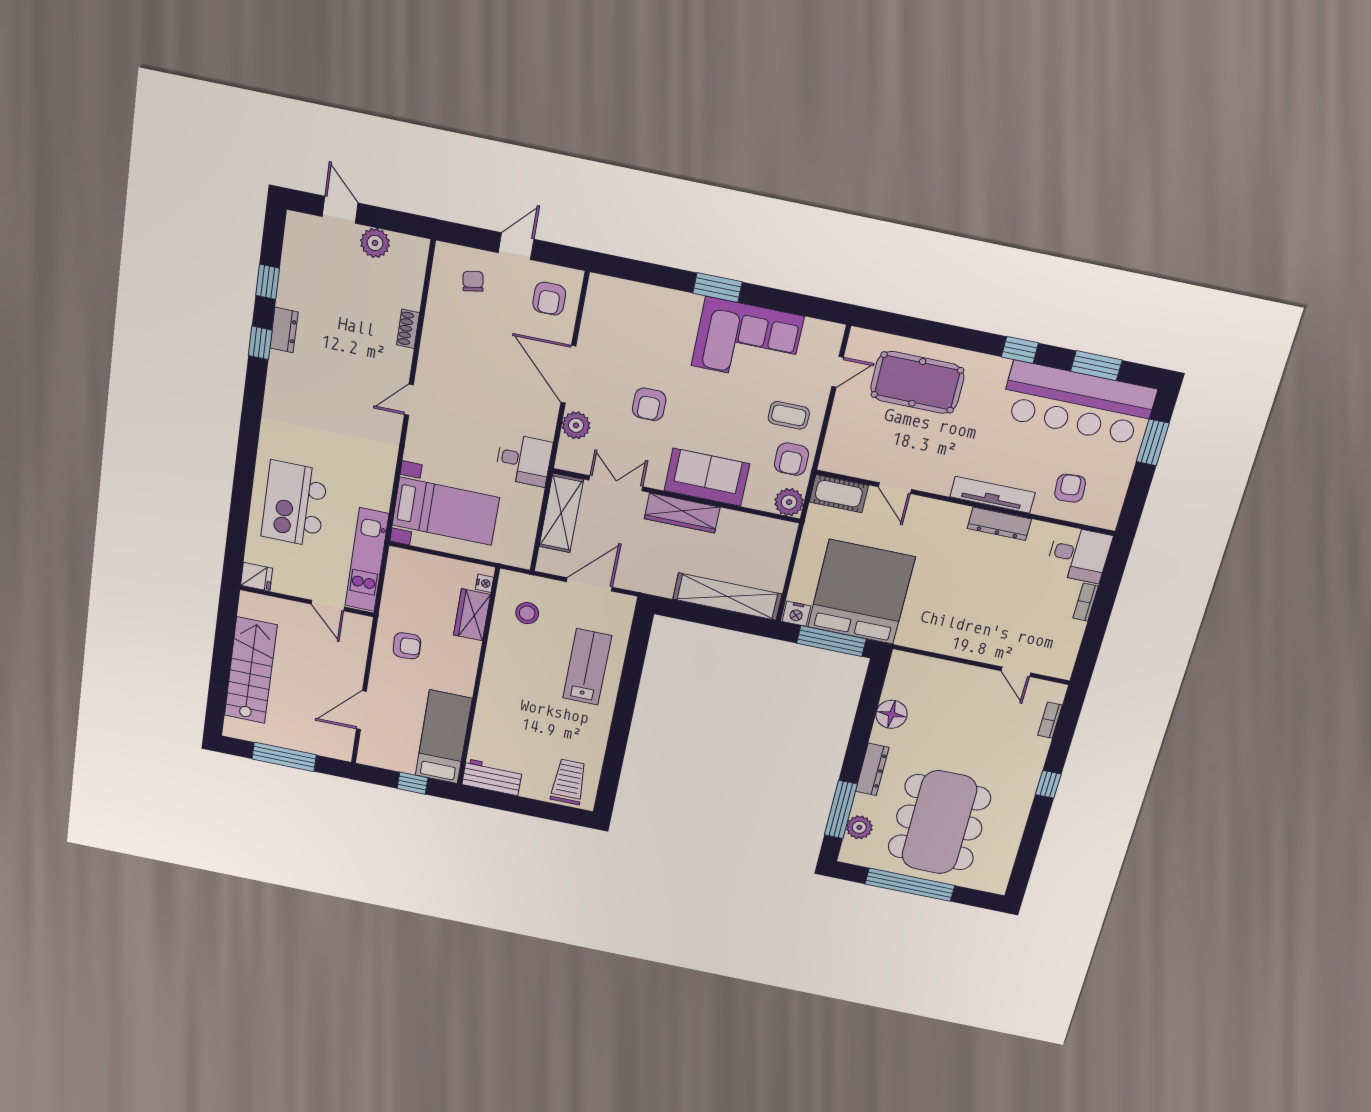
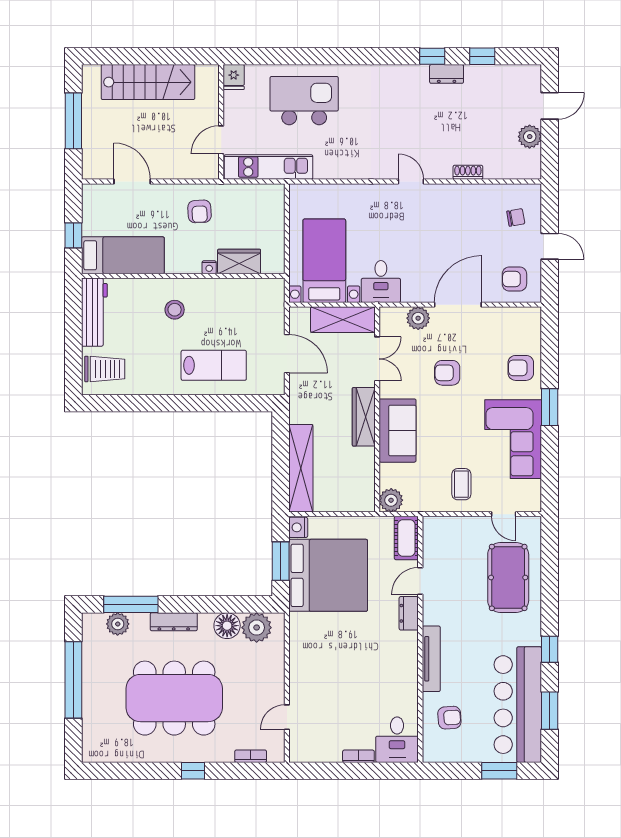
armchair: (791, 459) -> (521, 368), moved
bed with nightstands: (446, 511) -> (324, 261), moved, turned 180
dresser: (999, 524) -> (409, 613), moved, width x0.70
nightstand: (484, 583) -> (209, 267), moved
stool: (527, 613) -> (175, 310), moved
window: (831, 641) -> (281, 561), width x0.69
plant: (902, 683) -> (257, 628), added
workbench: (492, 777) -> (94, 312), width x1.38
dining table: (939, 822) -> (174, 698), moved

